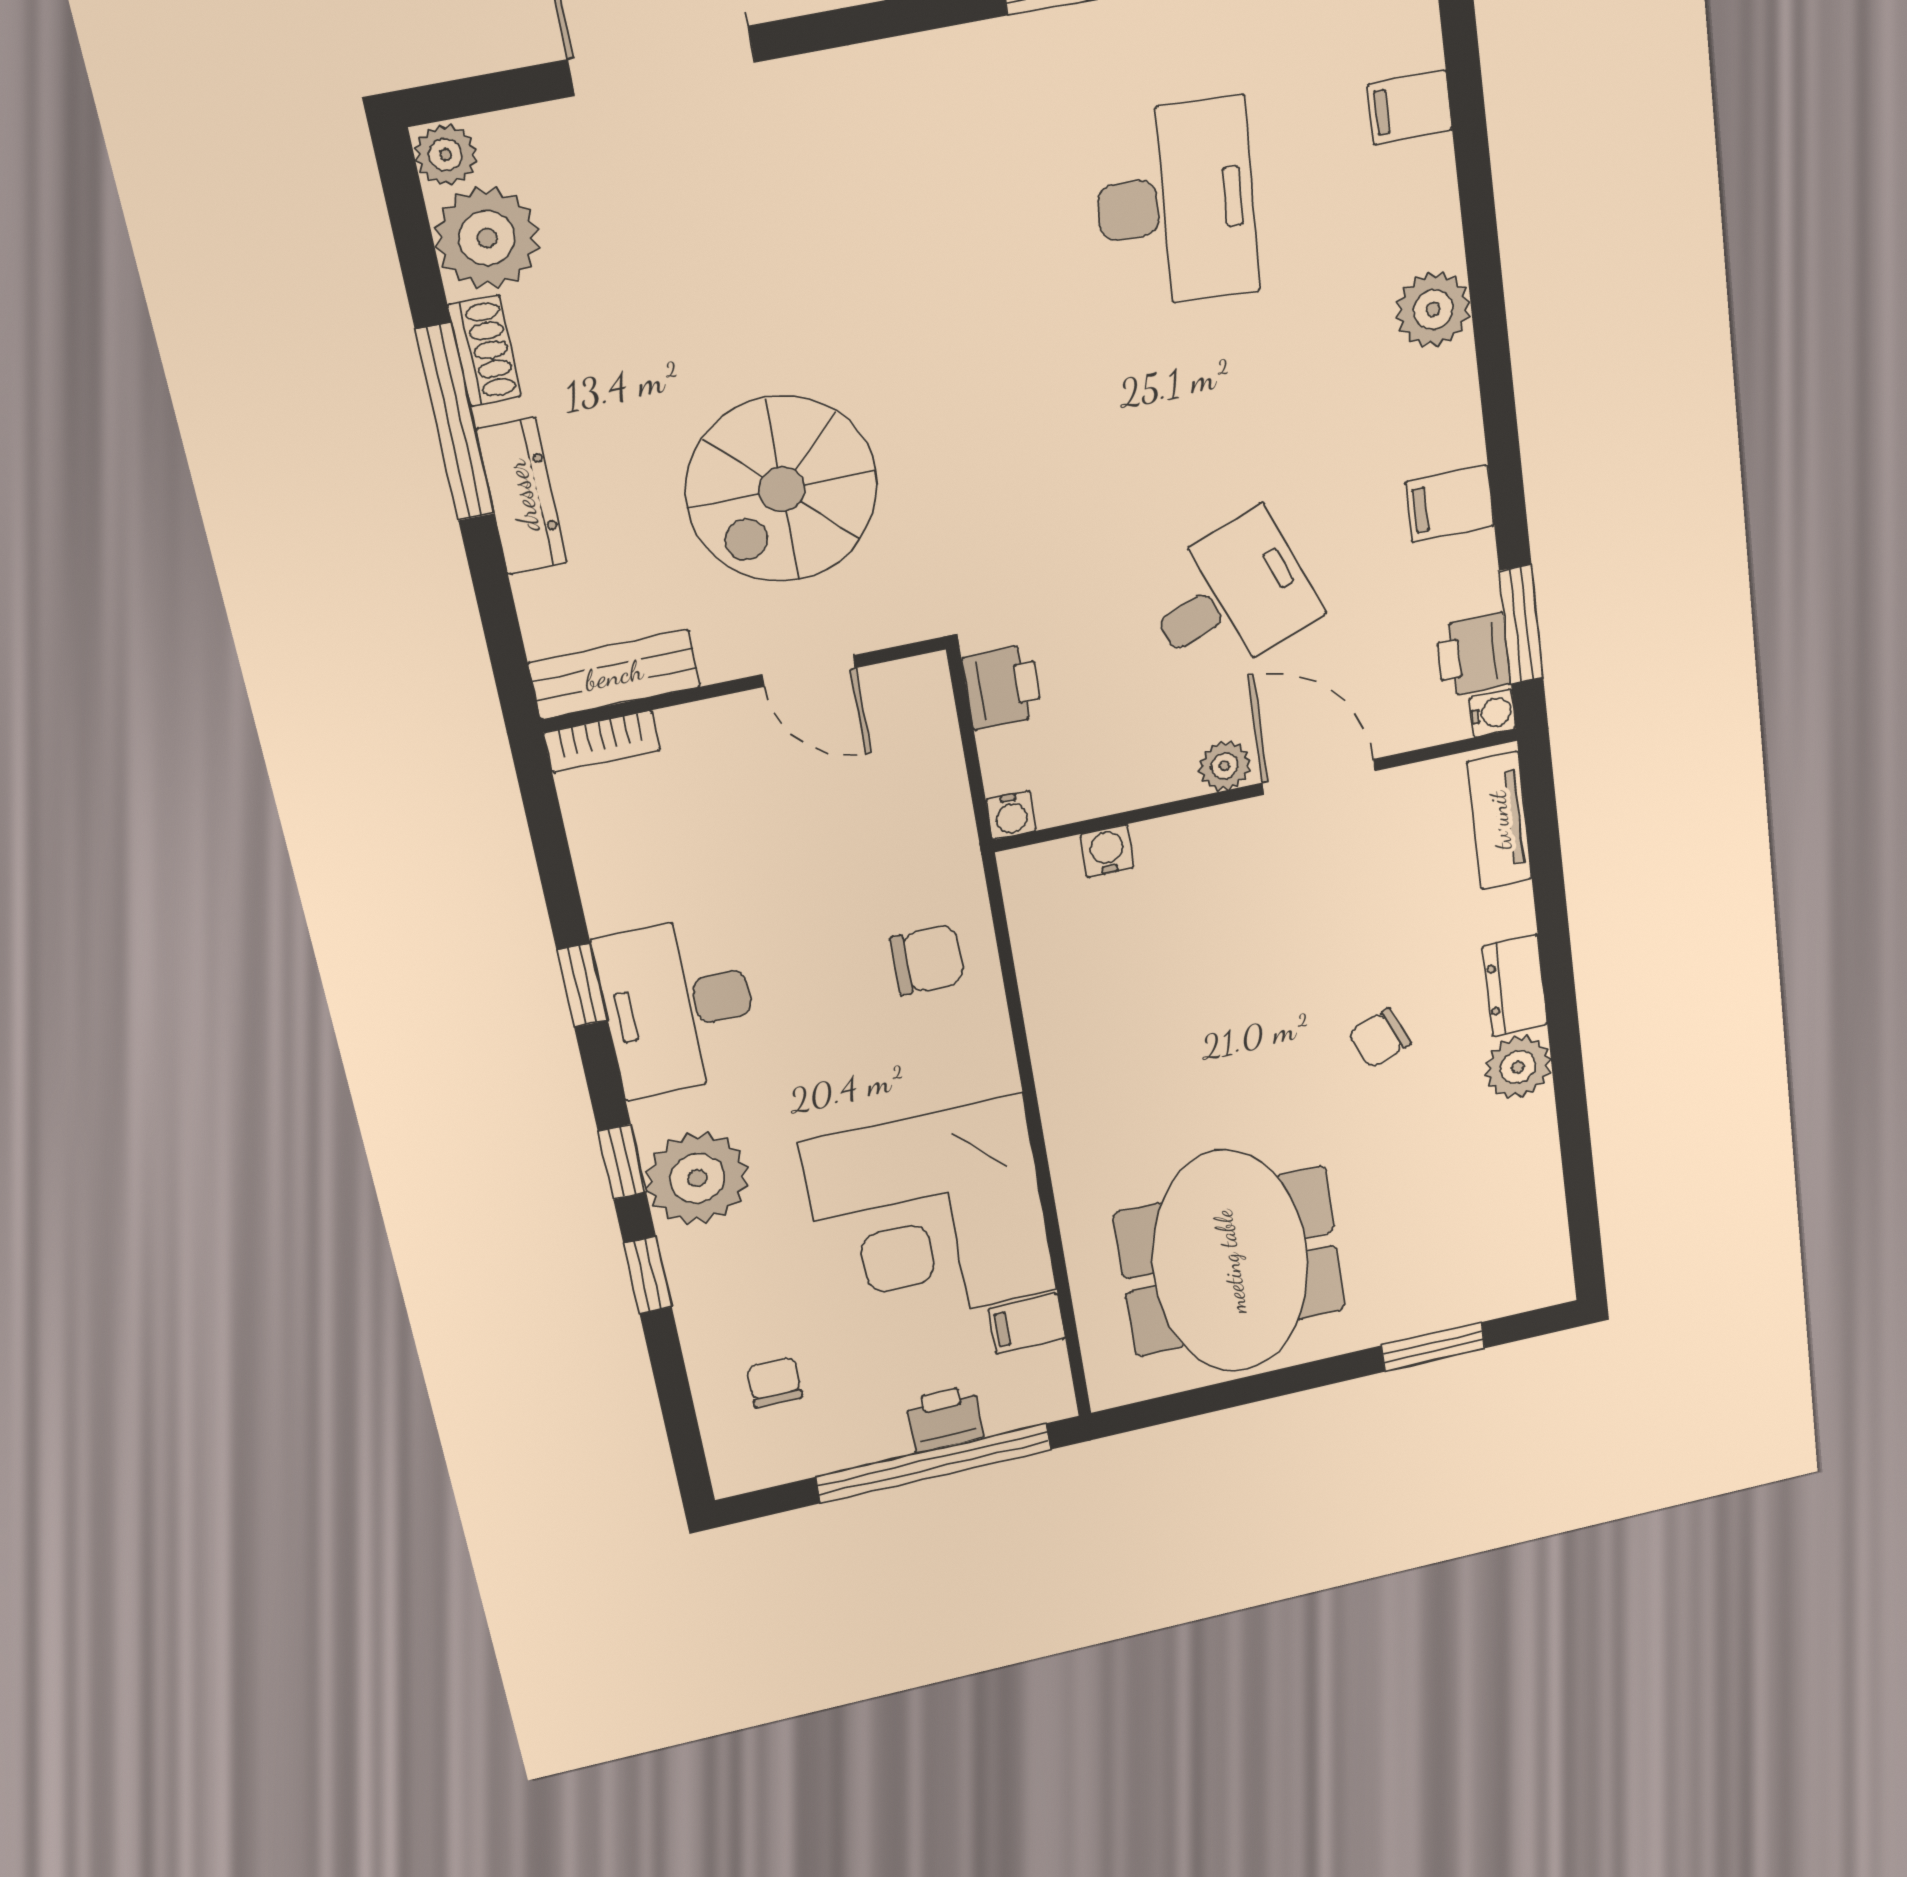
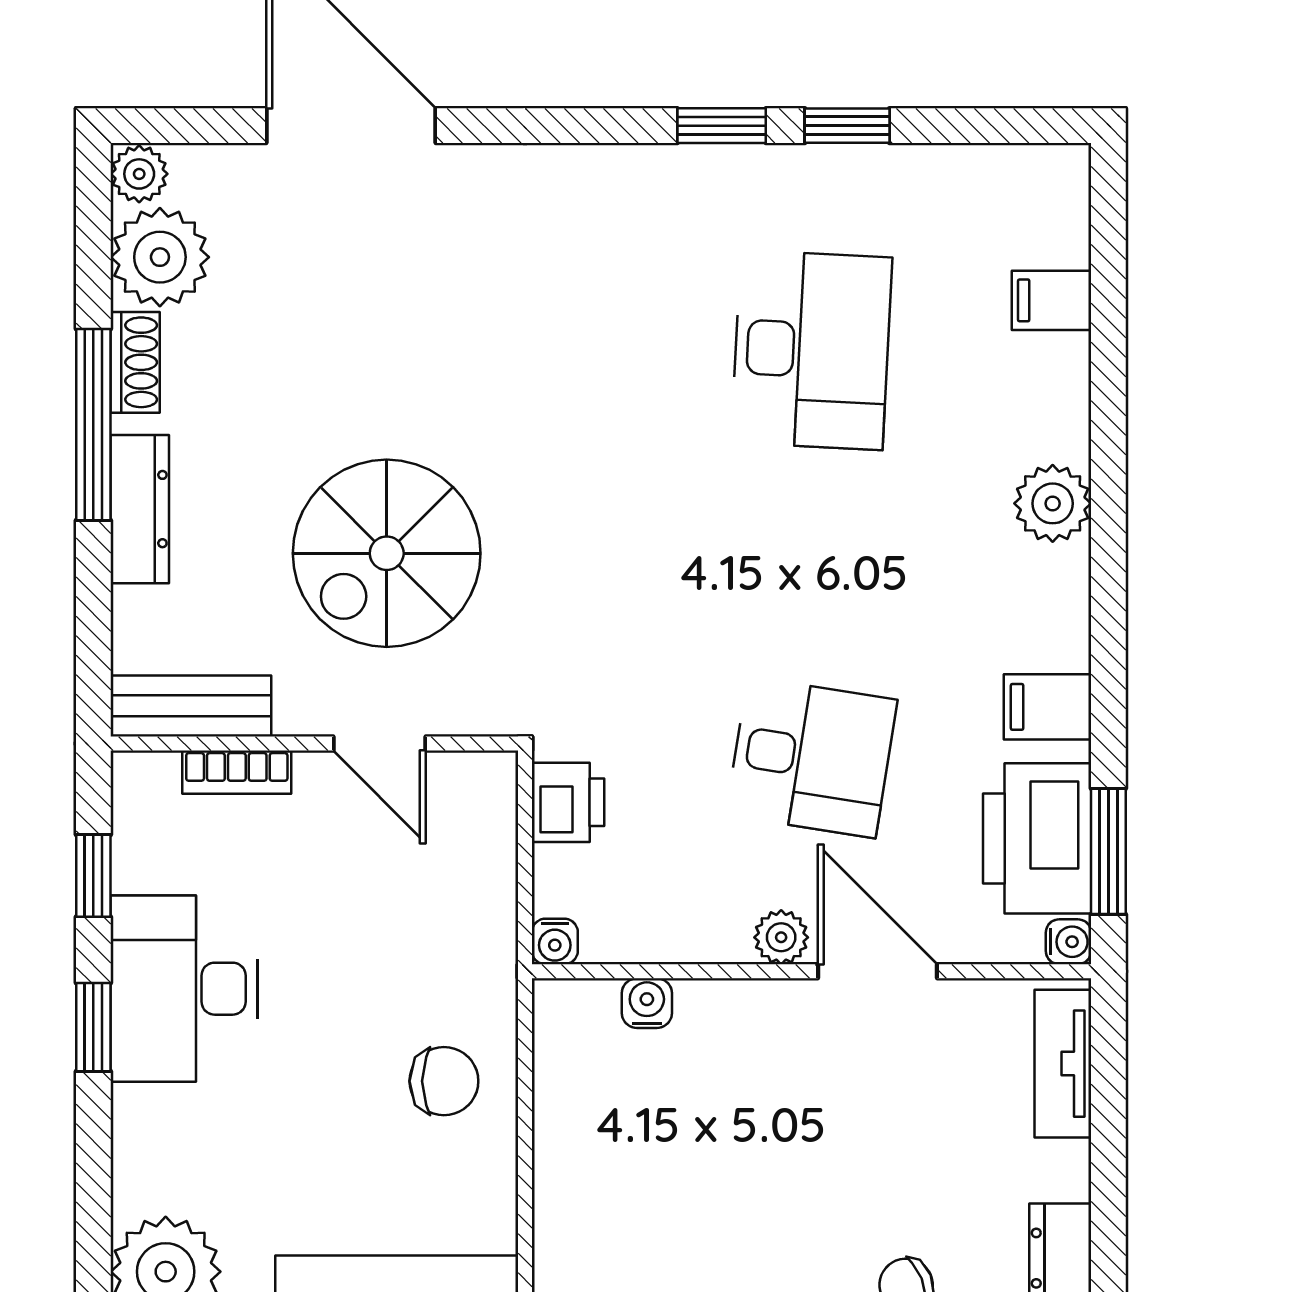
desk: (1231, 597) -> (811, 757), turned 30
printer: (1473, 655) -> (1037, 838), width x1.87, depth x1.48
bookcase: (602, 742) -> (237, 772), moved
desk: (678, 1006) -> (184, 989), moved
window: (622, 1162) -> (93, 876), moved

